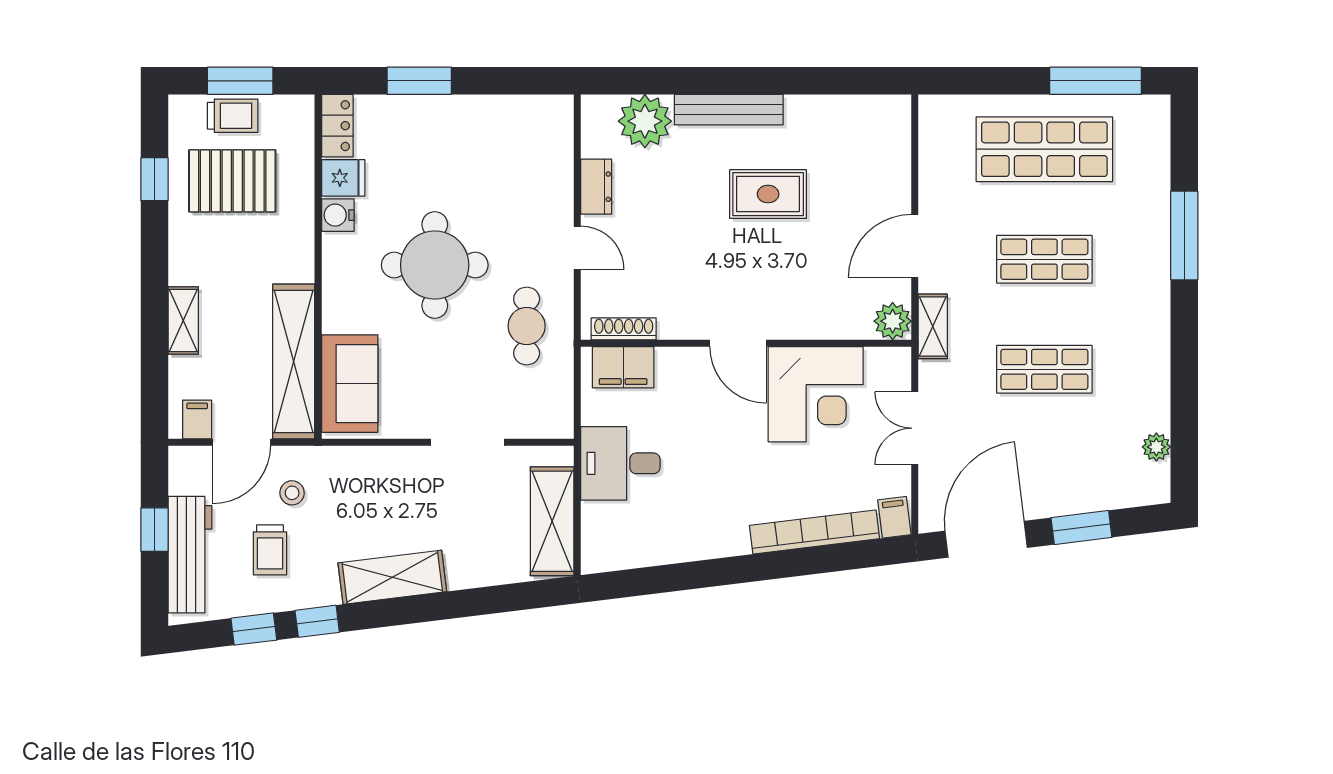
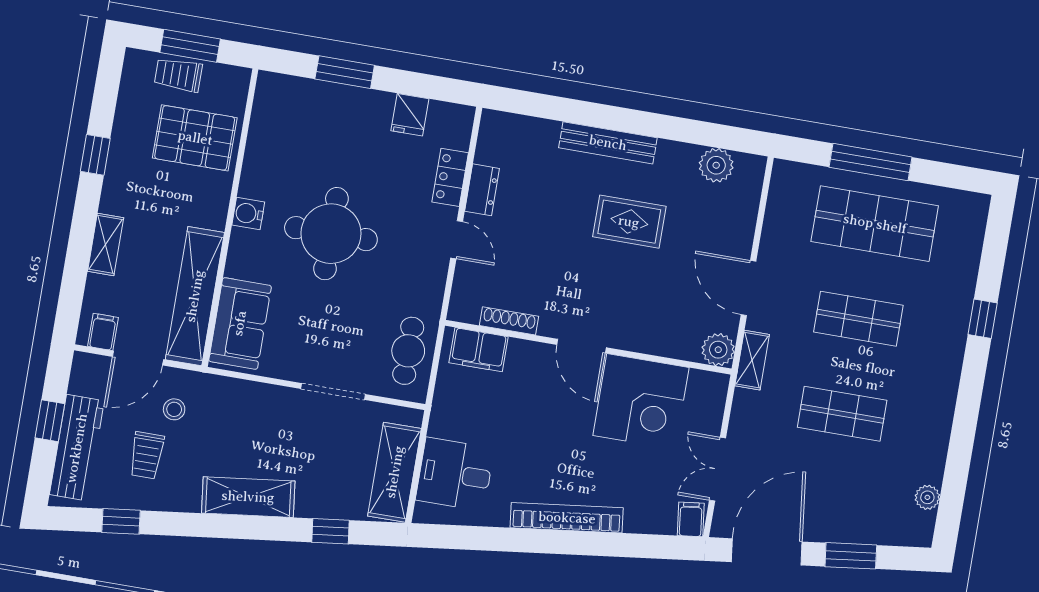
window: (1096, 81) -> (871, 162), moved
trolley: (233, 116) -> (178, 75), turned 180
plant: (645, 121) -> (716, 165), moved, width x0.73, depth x0.73
locker: (337, 126) -> (450, 177), moved, turned 180
fridge: (343, 178) -> (410, 115), moved, turned 90
window: (154, 179) -> (95, 155), moved
pallet: (232, 181) -> (195, 138), moved
water cooler: (338, 215) -> (248, 213), moved
window: (1184, 236) -> (983, 319), width x0.46
door: (915, 246) -> (748, 288), hinge flipped
cafe table: (527, 326) -> (408, 351), moved
shoe rack: (624, 329) -> (509, 321), moved
double door: (915, 428) -> (717, 469), moved
desk: (620, 463) -> (455, 474), moved
bookcase: (815, 532) -> (567, 518), moved
window: (317, 621) -> (331, 531), moved

